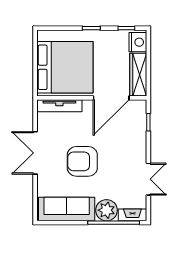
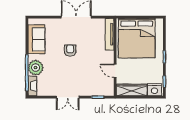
door: (111, 98) -> (115, 71), width x0.53
armchair: (82, 161) -> (70, 50), width x0.53, depth x0.53
double door: (148, 179) -> (68, 97), moved
sofa: (67, 209) -> (36, 39), width x0.73

